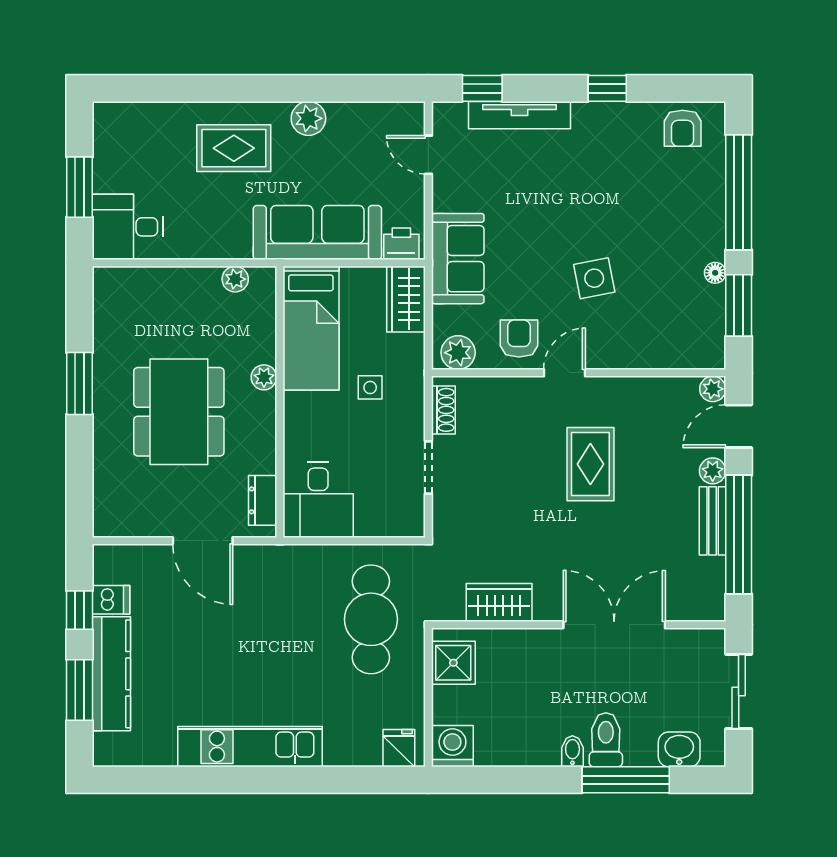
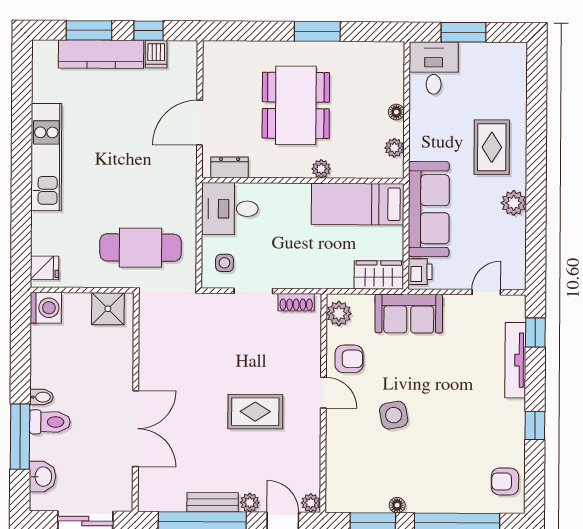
floor lamp: (187, 277) -> (396, 112), added
side table: (370, 387) -> (224, 263), moved
dining table: (179, 412) -> (296, 105), turned 90
wardrobe: (499, 602) -> (153, 343), removed

